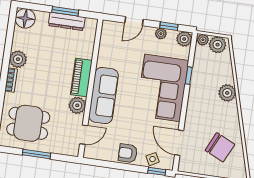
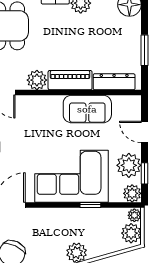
dresser: (67, 21) -> (114, 82), moved, turned 90
plant: (161, 34) -> (129, 165), width x1.87, depth x1.87
sofa: (104, 96) -> (87, 109), moved, width x0.73

